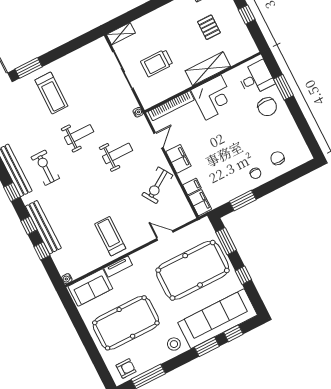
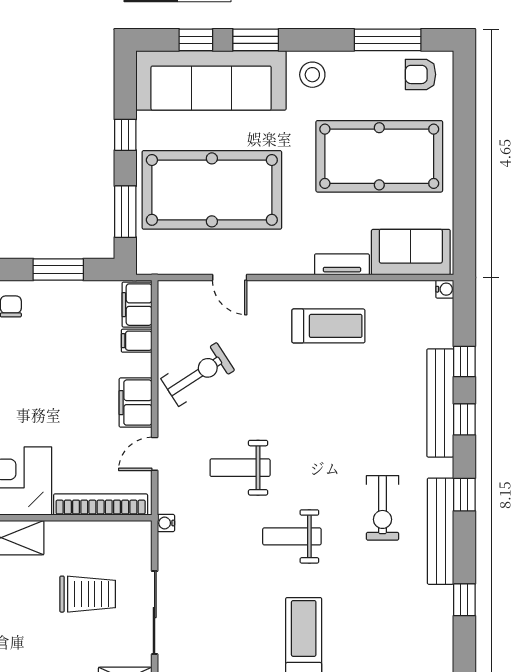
treadmill: (110, 236) -> (328, 326), turned -90

